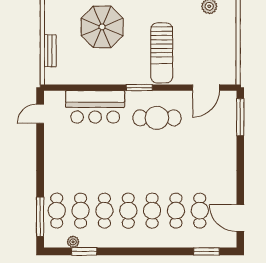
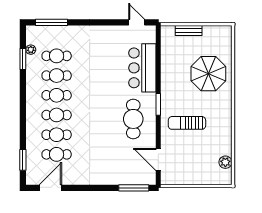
sun lounger: (162, 53) -> (187, 123), width x0.73, depth x0.75
cafe table: (57, 211) -> (57, 36), removed

